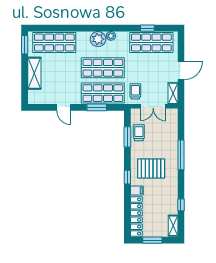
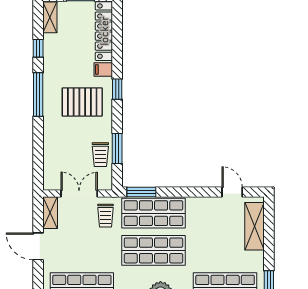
door: (181, 70) -> (38, 246), hinge flipped
shelving: (34, 73) -> (254, 226), moved
door: (64, 107) -> (232, 192), moved
window: (97, 107) -> (141, 192), moved
window: (181, 155) -> (38, 94), moved

